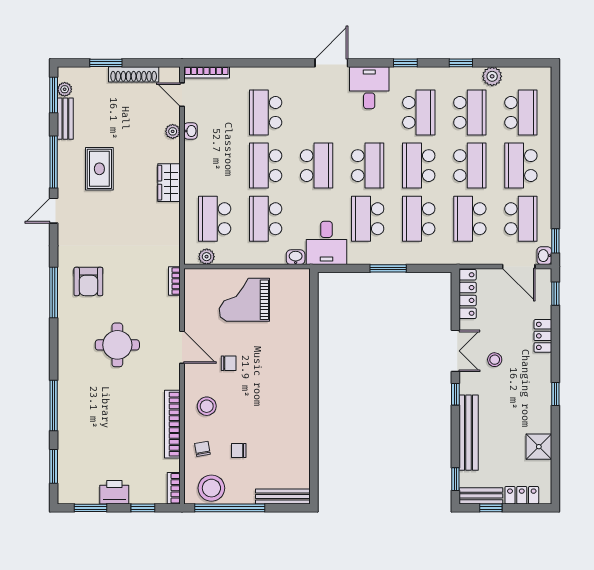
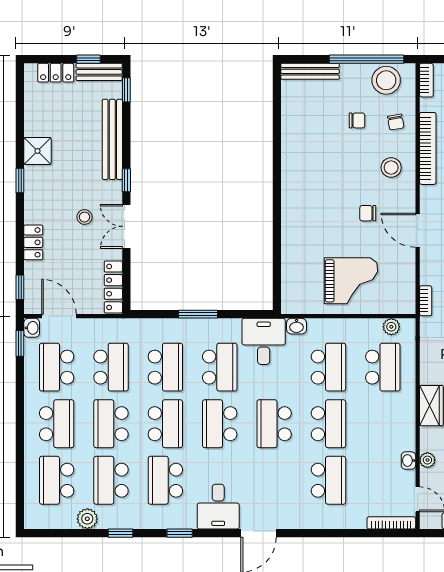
shower: (539, 447) -> (38, 151), moved

